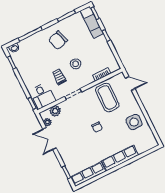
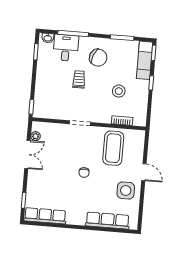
chair: (58, 40) -> (98, 58), turned -140
stool: (76, 64) -> (119, 91), moved
trolley: (59, 77) -> (79, 79), moved
door: (130, 83) -> (144, 172), moved
desk: (43, 96) -> (66, 48), moved, turned 180
plant: (55, 111) -> (51, 129), removed
double door: (50, 139) -> (27, 155), swing flipped
row of seats: (120, 158) -> (107, 221), moved

